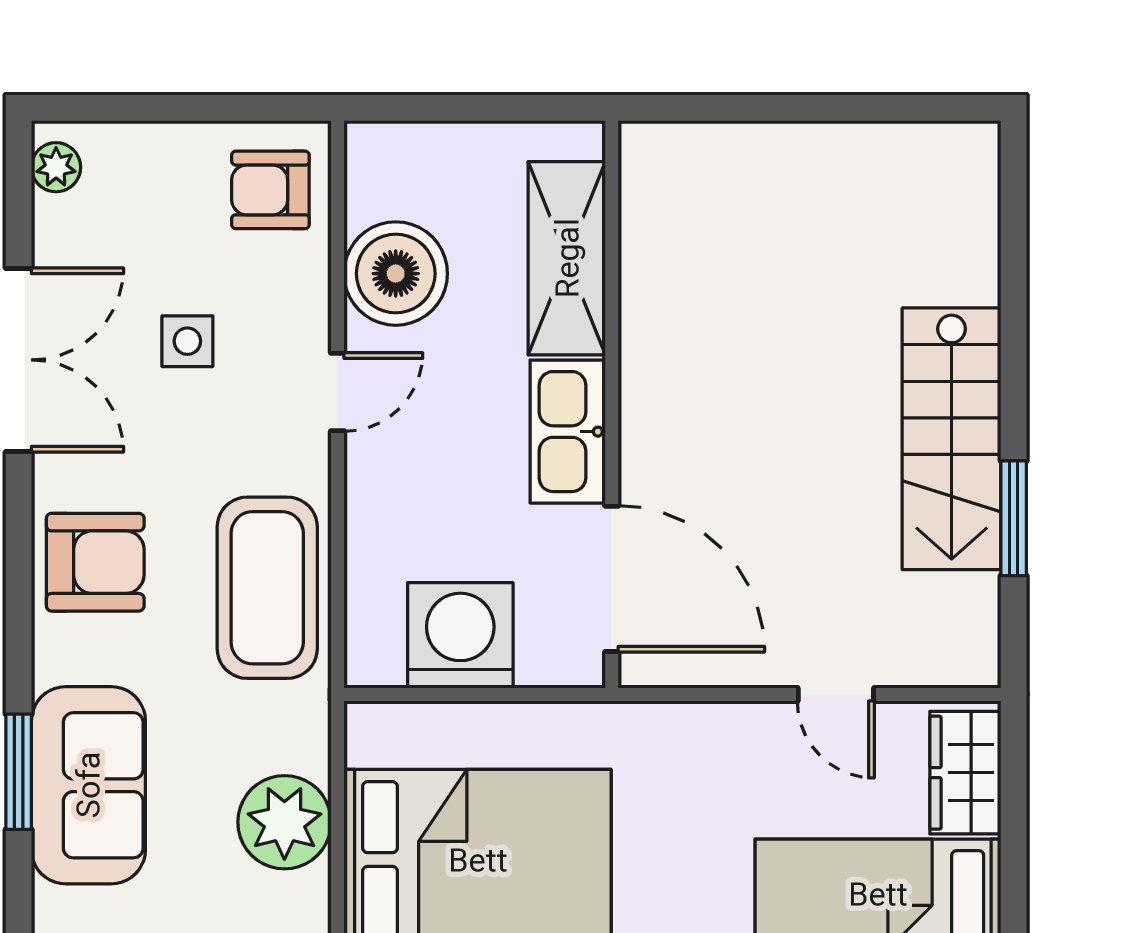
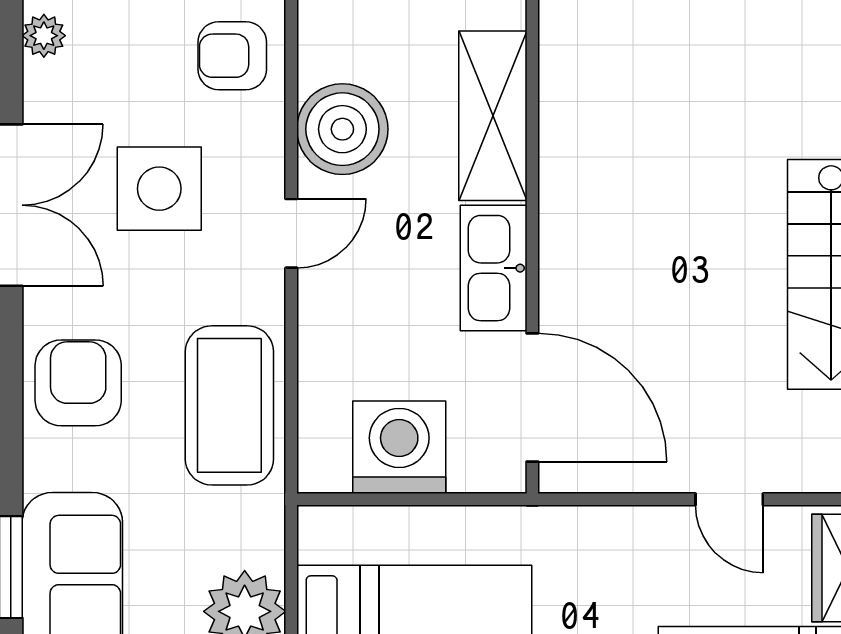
side table: (187, 341) -> (159, 189), width x1.87, depth x1.87
armchair: (95, 562) -> (78, 383), turned -90

